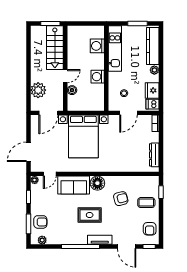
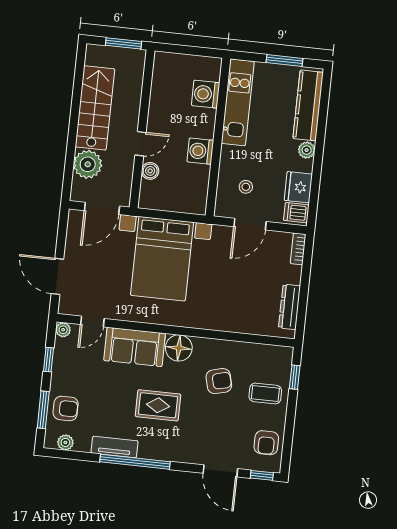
stairs: (55, 48) -> (95, 108), moved, turned 180
door: (28, 152) -> (57, 276), hinge flipped
tv unit: (100, 240) -> (115, 447), moved

